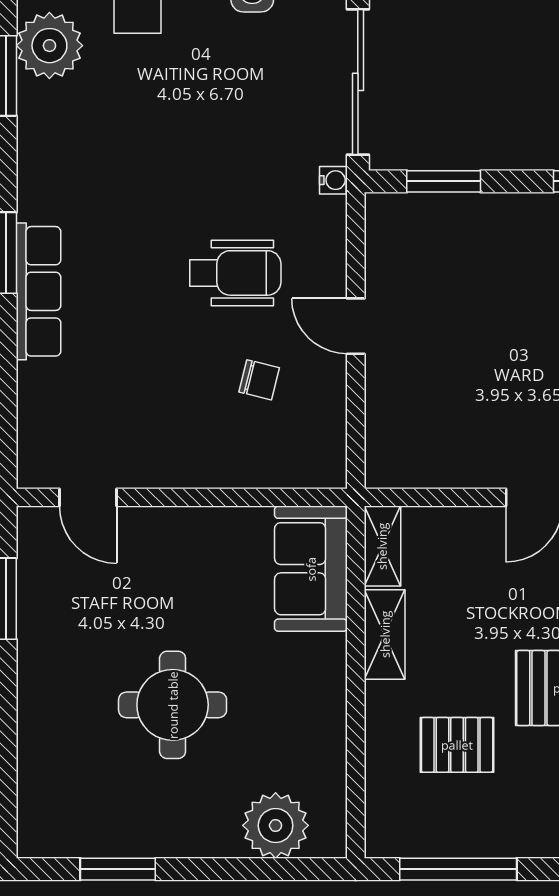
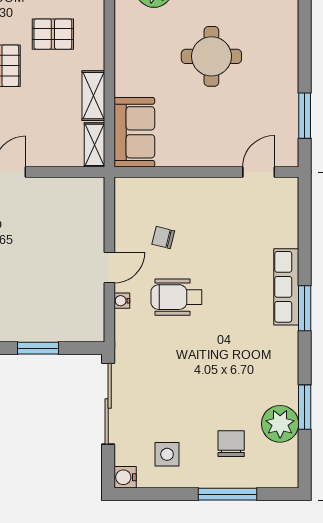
water cooler: (333, 180) -> (122, 301), moved
window: (444, 181) -> (38, 348), moved
door: (356, 326) -> (109, 267), hinge flipped
door: (88, 497) -> (259, 172), hinge flipped

